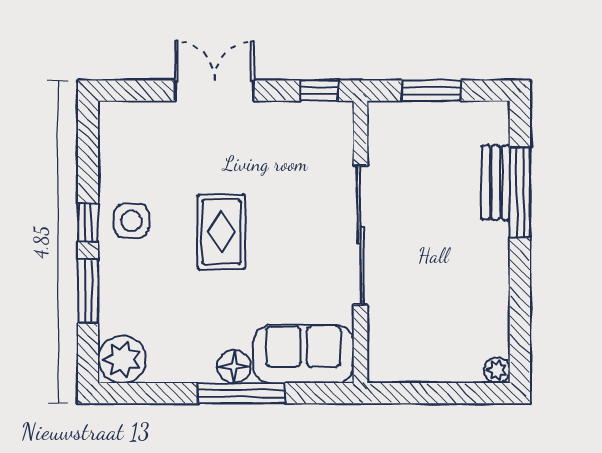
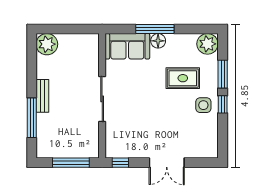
window: (431, 91) -> (71, 163), width x1.44
bench: (496, 183) -> (42, 96), moved
rug: (221, 232) -> (183, 78), moved, turned 90
sliding door: (360, 235) -> (102, 99), width x0.73
plant: (497, 370) -> (47, 44), width x1.87, depth x1.87

